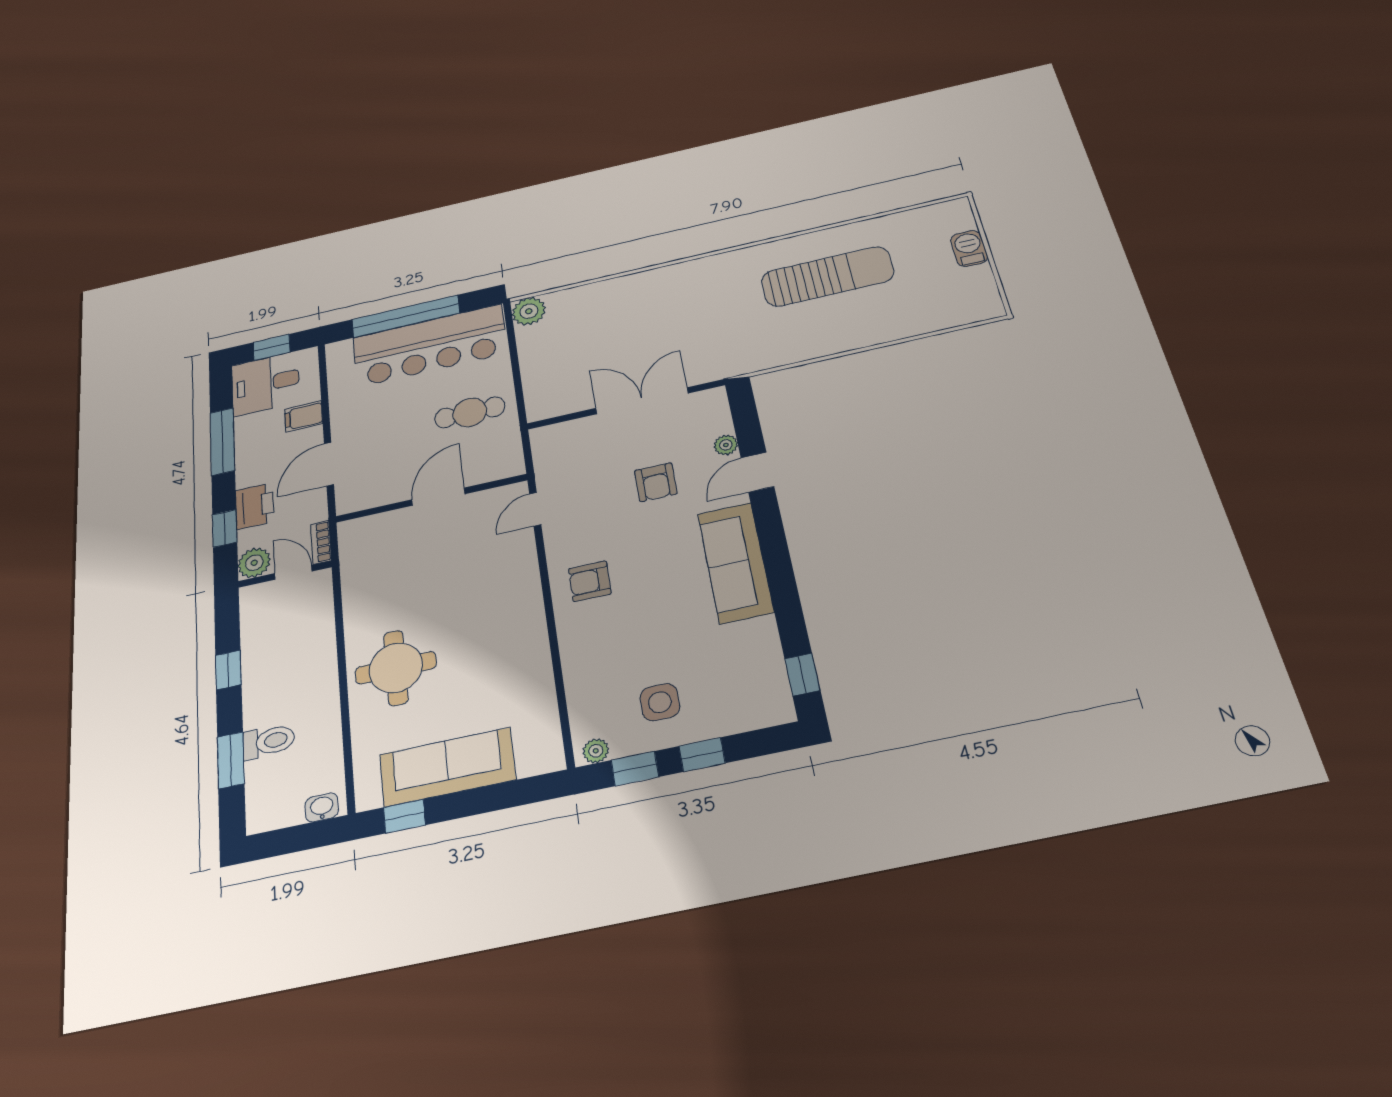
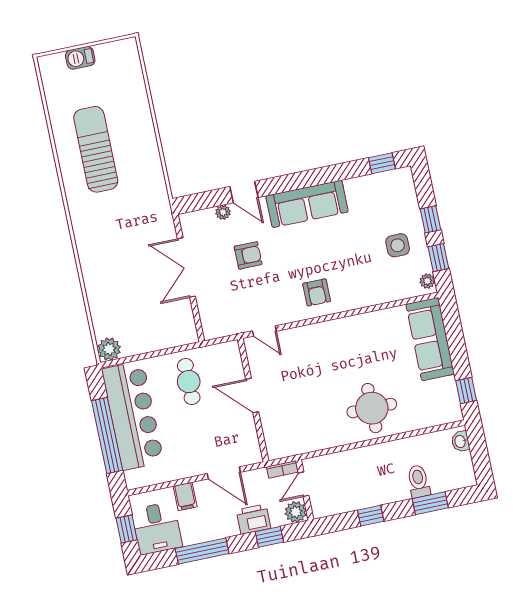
sofa: (447, 767) -> (430, 339), moved

